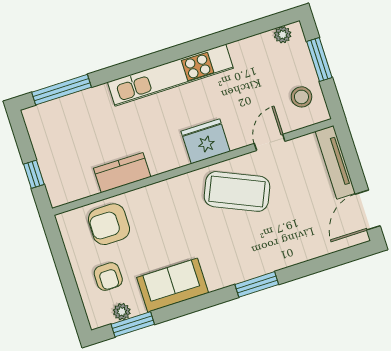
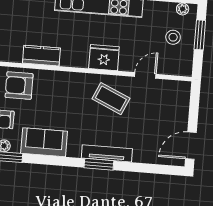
stool: (301, 97) -> (173, 37), moved
tv unit: (335, 162) -> (107, 153), moved, turned 90
coffee table: (237, 191) -> (111, 99), width x0.73, depth x0.76

